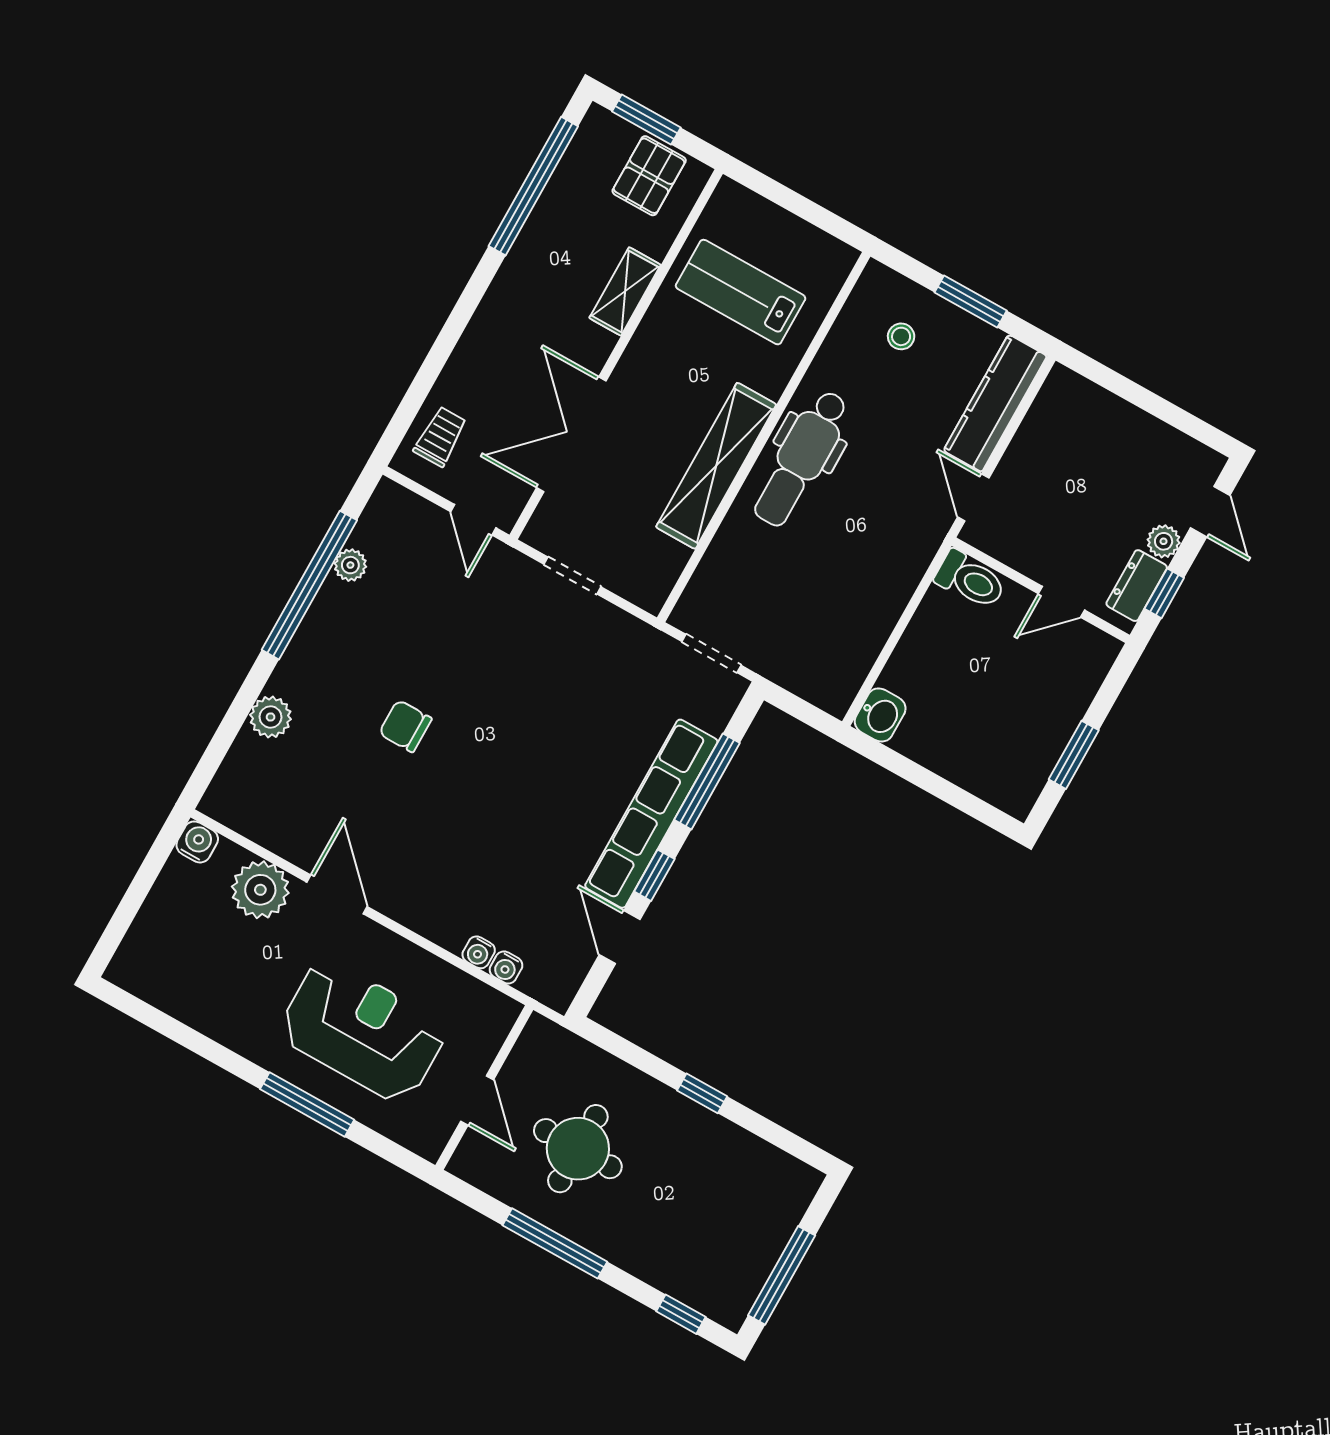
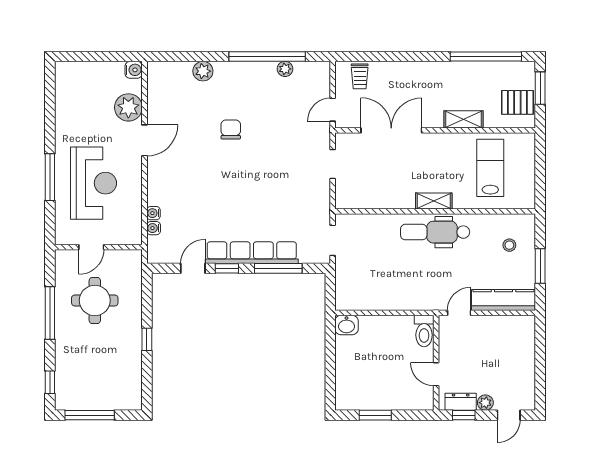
trolley: (440, 437) -> (360, 76), turned 90
shelving: (716, 466) -> (434, 201), width x0.45, depth x0.75

